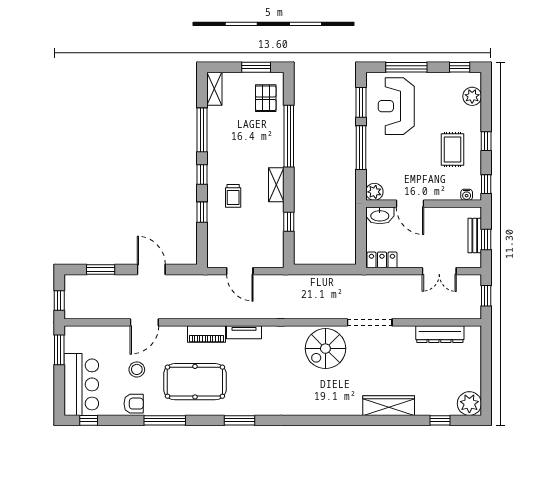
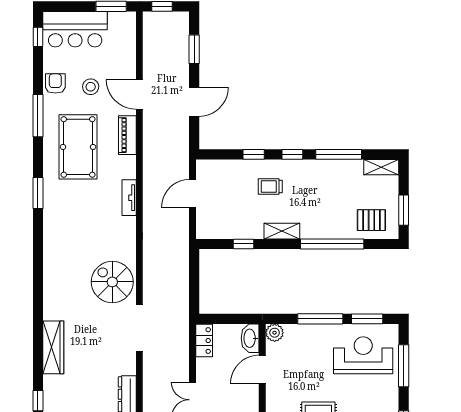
piano: (206, 334) -> (127, 135), moved
armchair: (134, 404) -> (55, 83), turned 180

